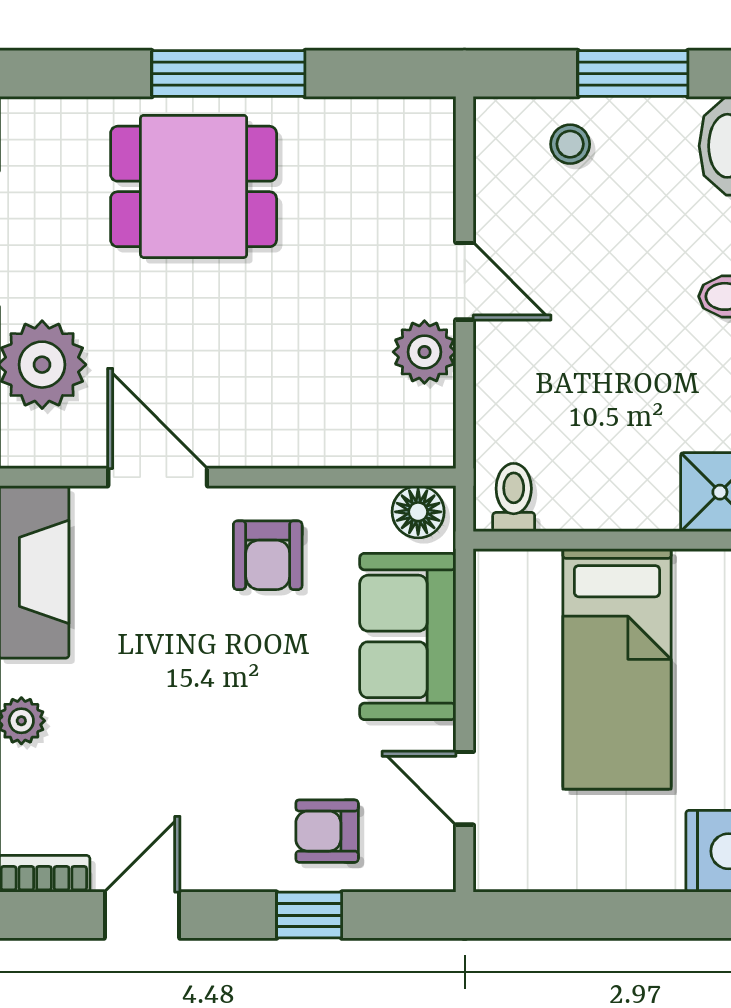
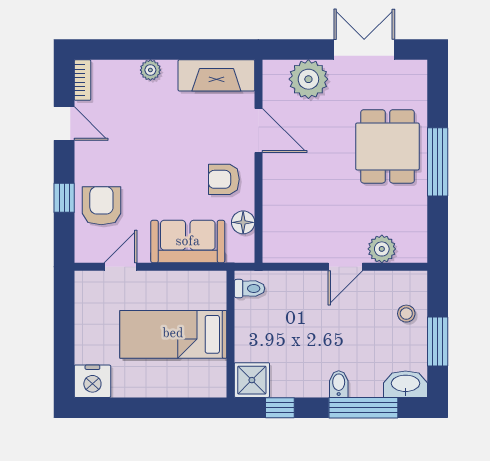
plant: (424, 352) -> (382, 249), moved
door: (158, 477) -> (258, 131), hinge flipped
floor lamp: (418, 512) -> (243, 222), moved
armchair: (327, 831) -> (101, 206), width x1.38, depth x1.38

